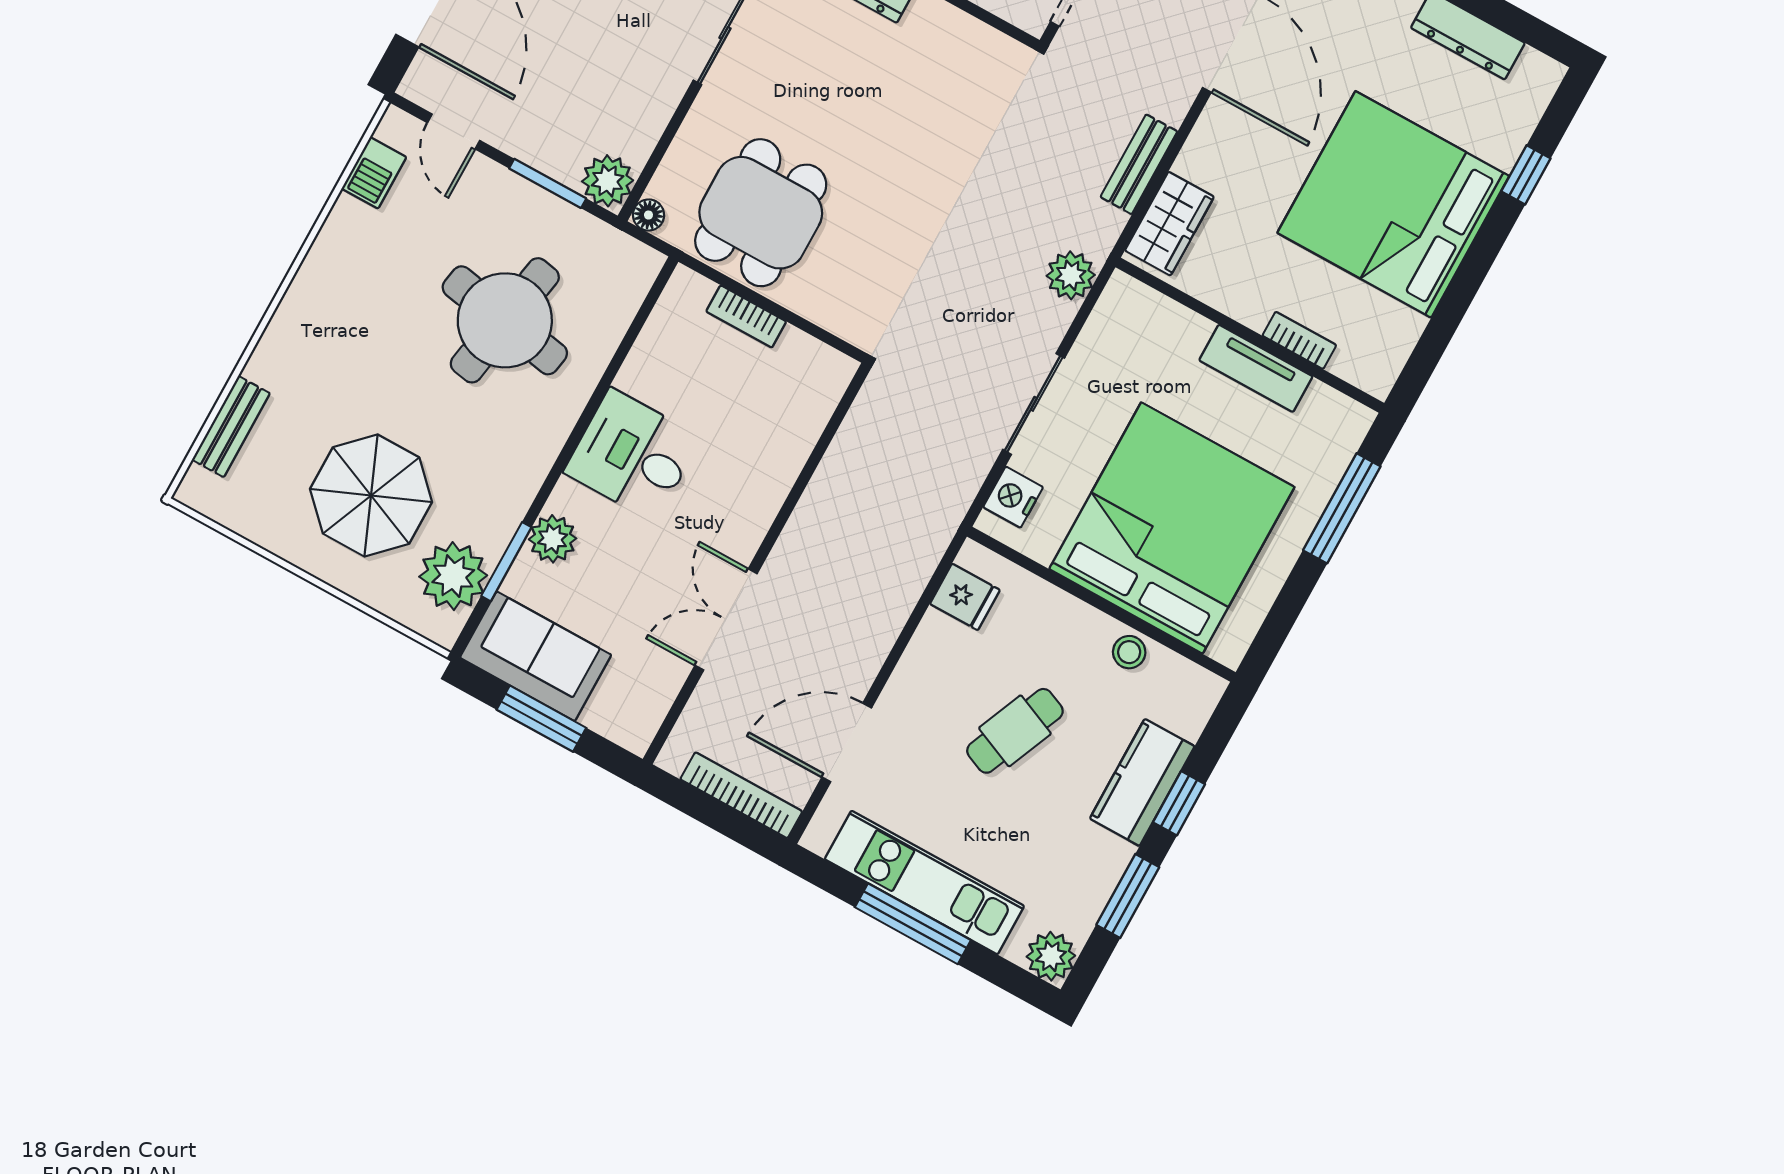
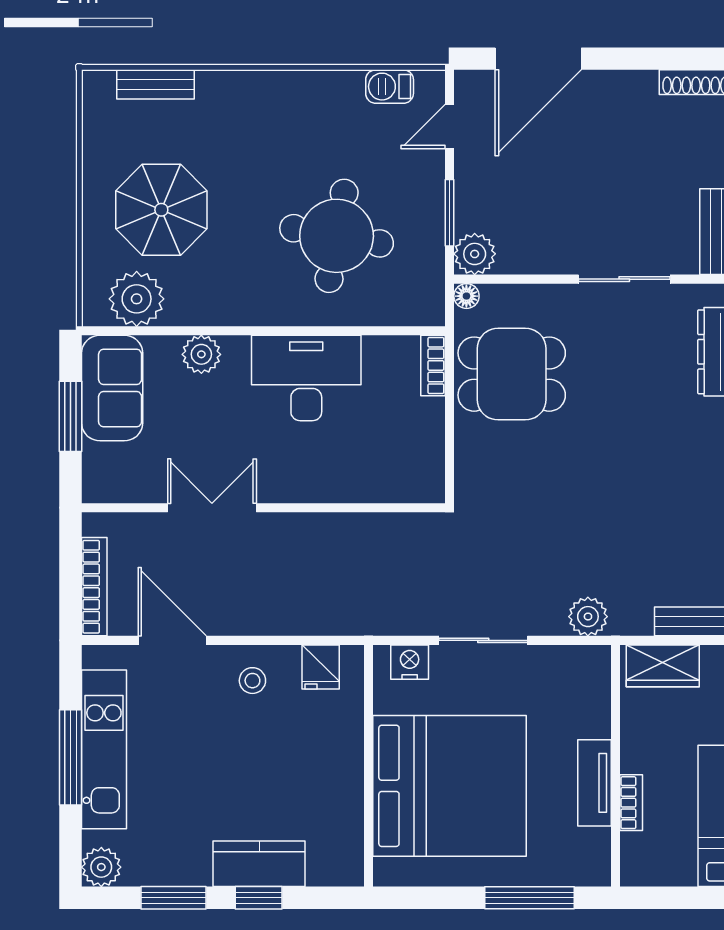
bookcase: (746, 317) -> (433, 365), moved
desk: (633, 455) -> (306, 378), width x1.37
window: (506, 562) -> (167, 331), removed
stool: (1129, 652) -> (252, 681), moved
cafe table: (1015, 731) -> (246, 754), removed

